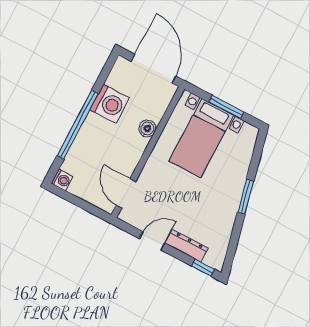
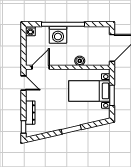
washing machine: (110, 104) -> (58, 35), moved
door: (152, 241) -> (24, 83), moved

